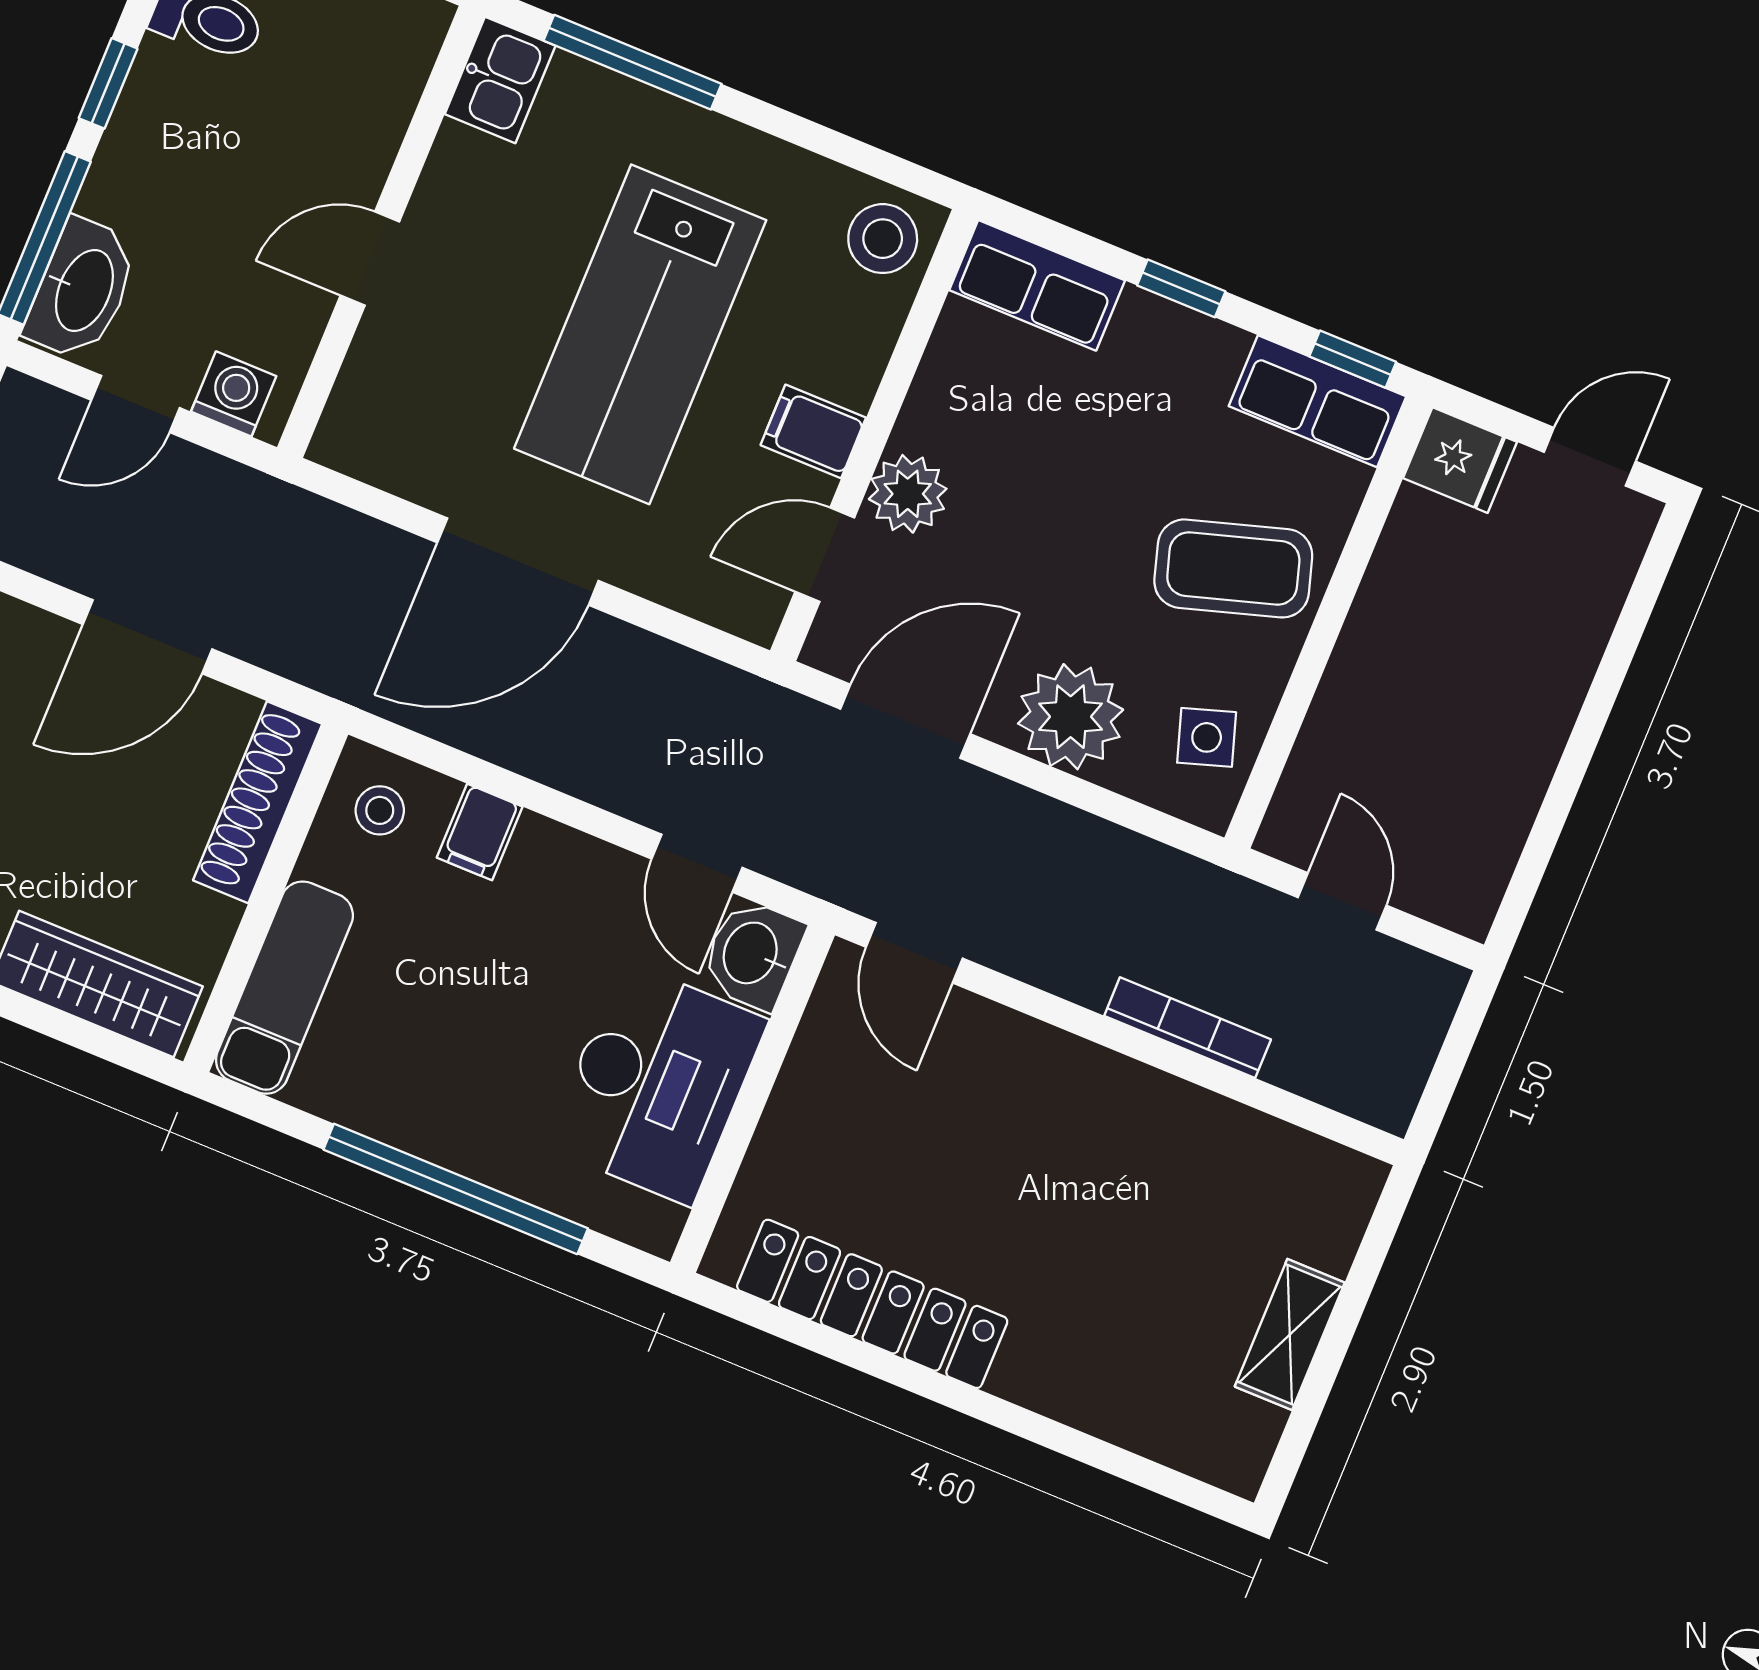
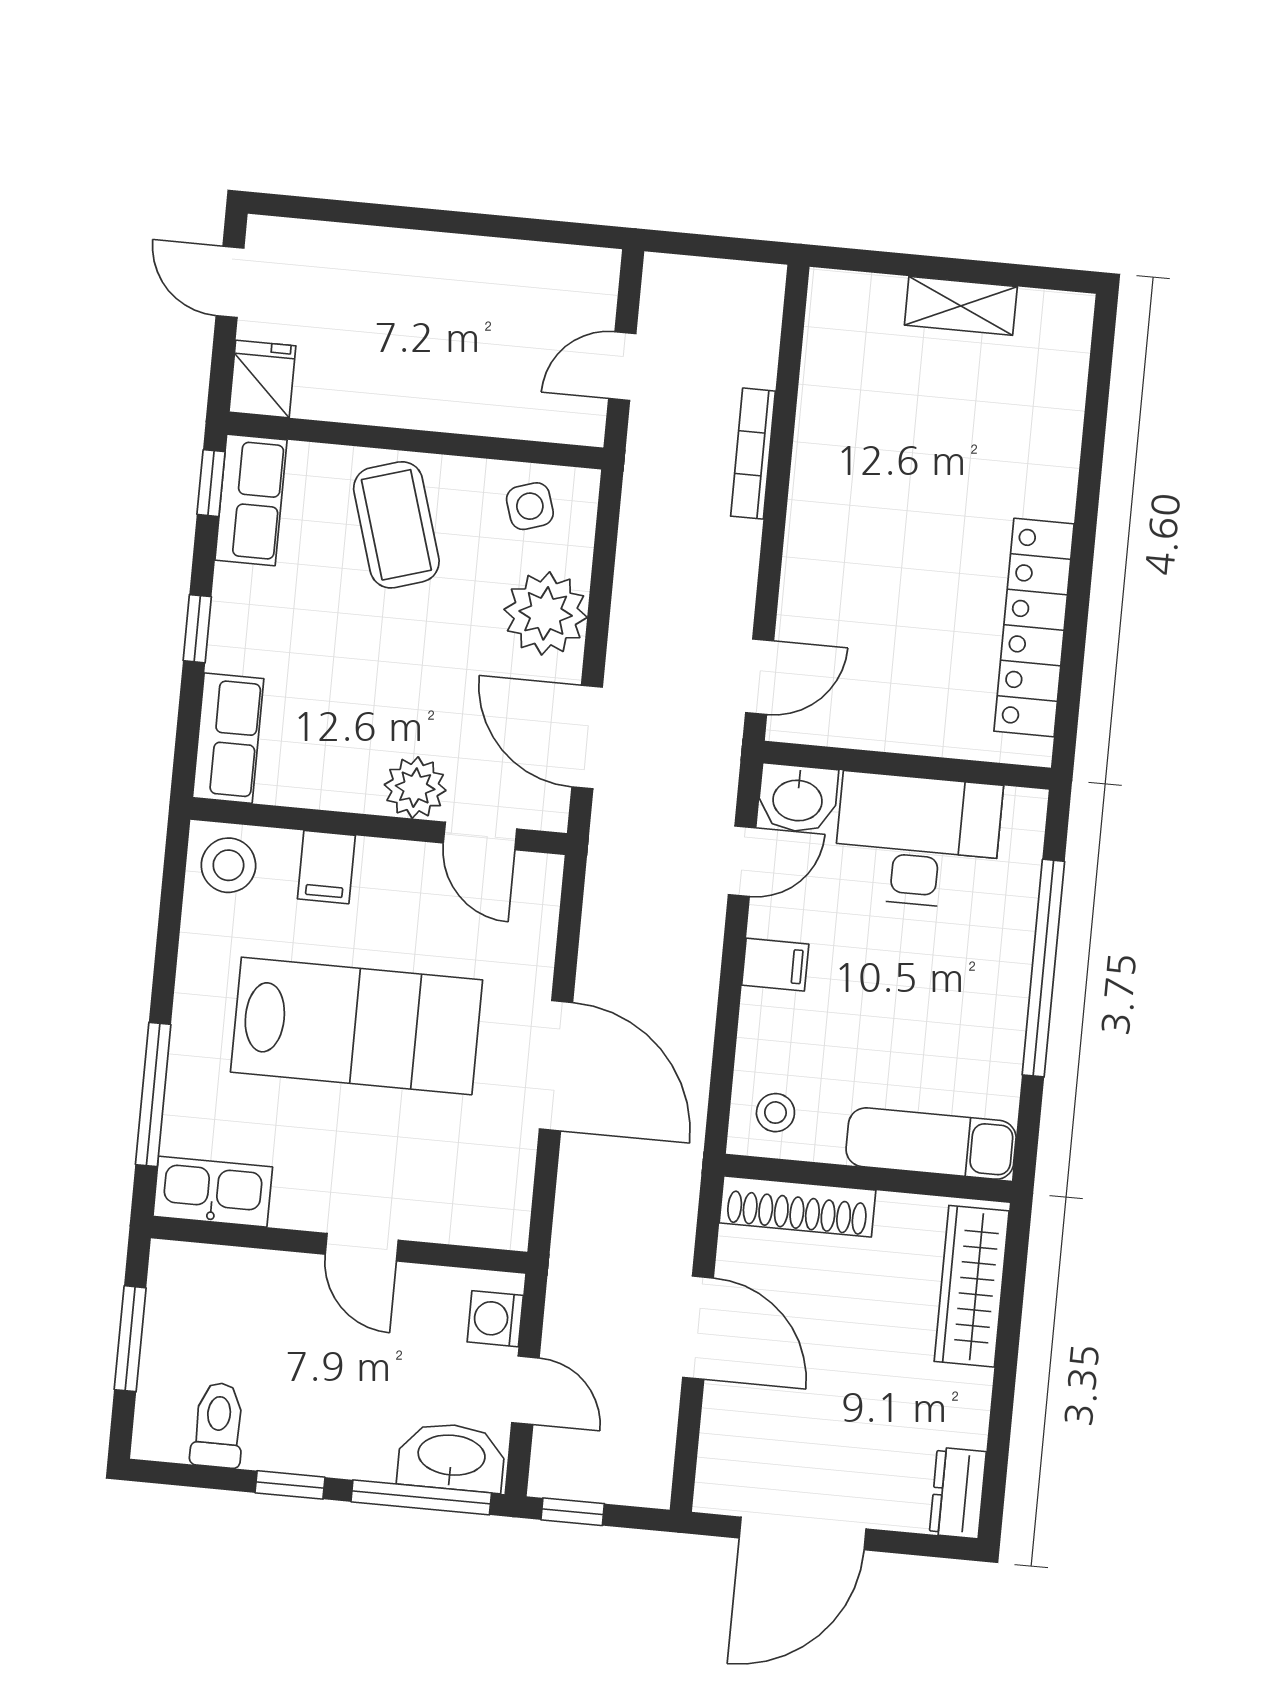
kitchen sink: (500, 80) -> (213, 1192), width x1.38
filing cabinet: (813, 431) -> (326, 867), moved
filing cabinet: (480, 832) -> (775, 965), moved

